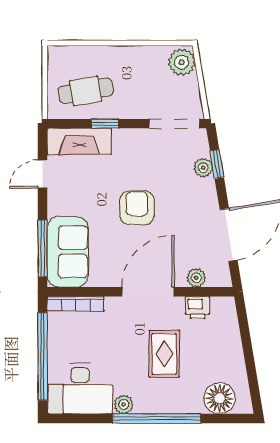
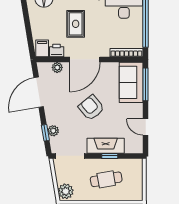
cafe table: (86, 91) -> (106, 179), moved
fireplace: (79, 141) -> (106, 146), moved
door: (43, 174) -> (146, 127), swing flipped
armchair: (137, 208) -> (91, 108), turned 140
filing cabinet: (222, 311) -> (42, 48), added

